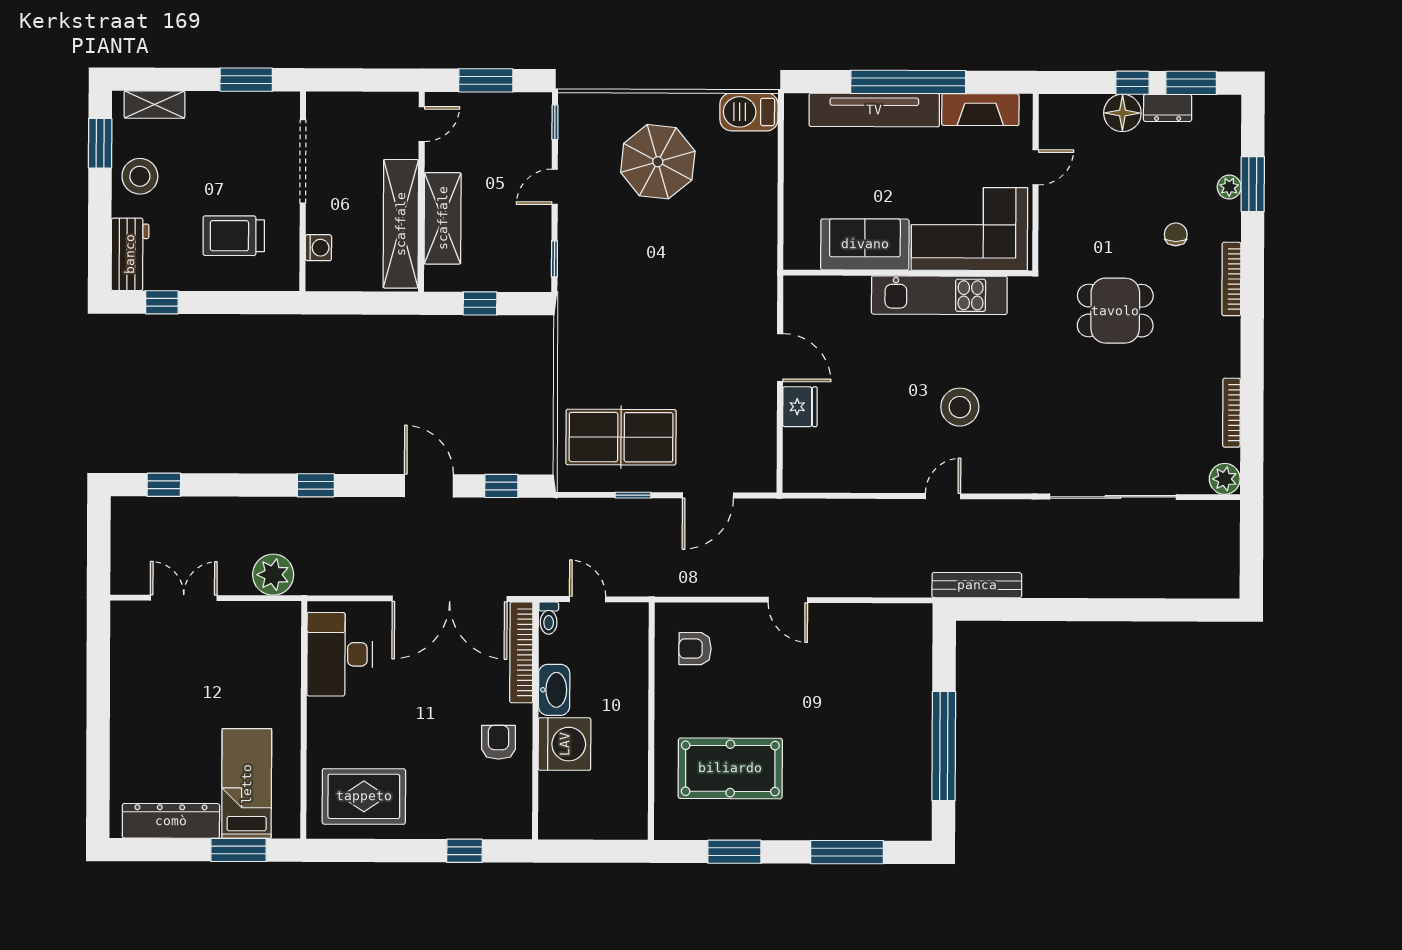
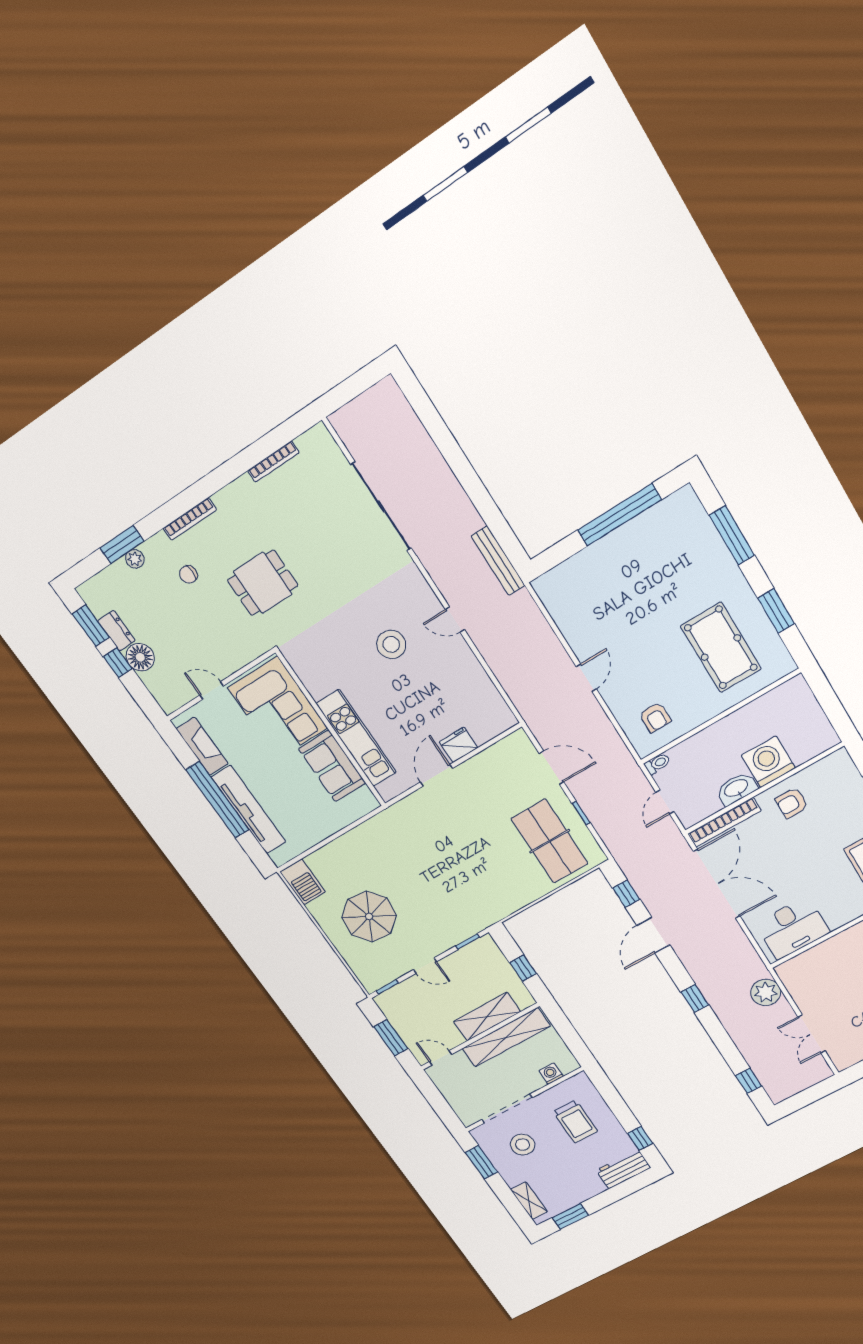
stool: (140, 176) -> (523, 1145), moved
kitchen unit: (939, 295) -> (356, 738), moved
dining table: (1115, 311) -> (263, 583), turned 90
plant: (1225, 479) -> (319, 437), removed
toilet: (549, 618) -> (657, 764), moved

